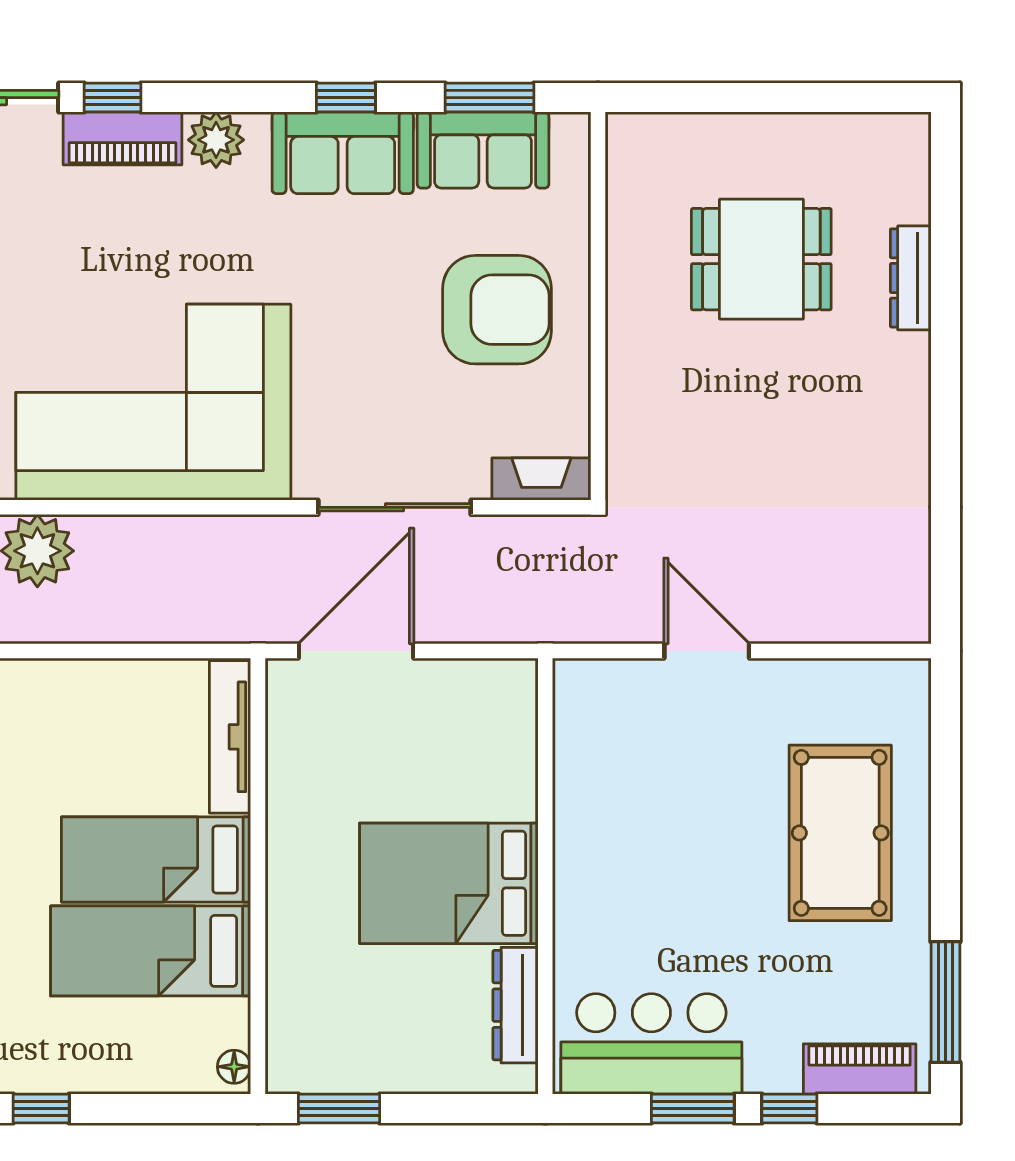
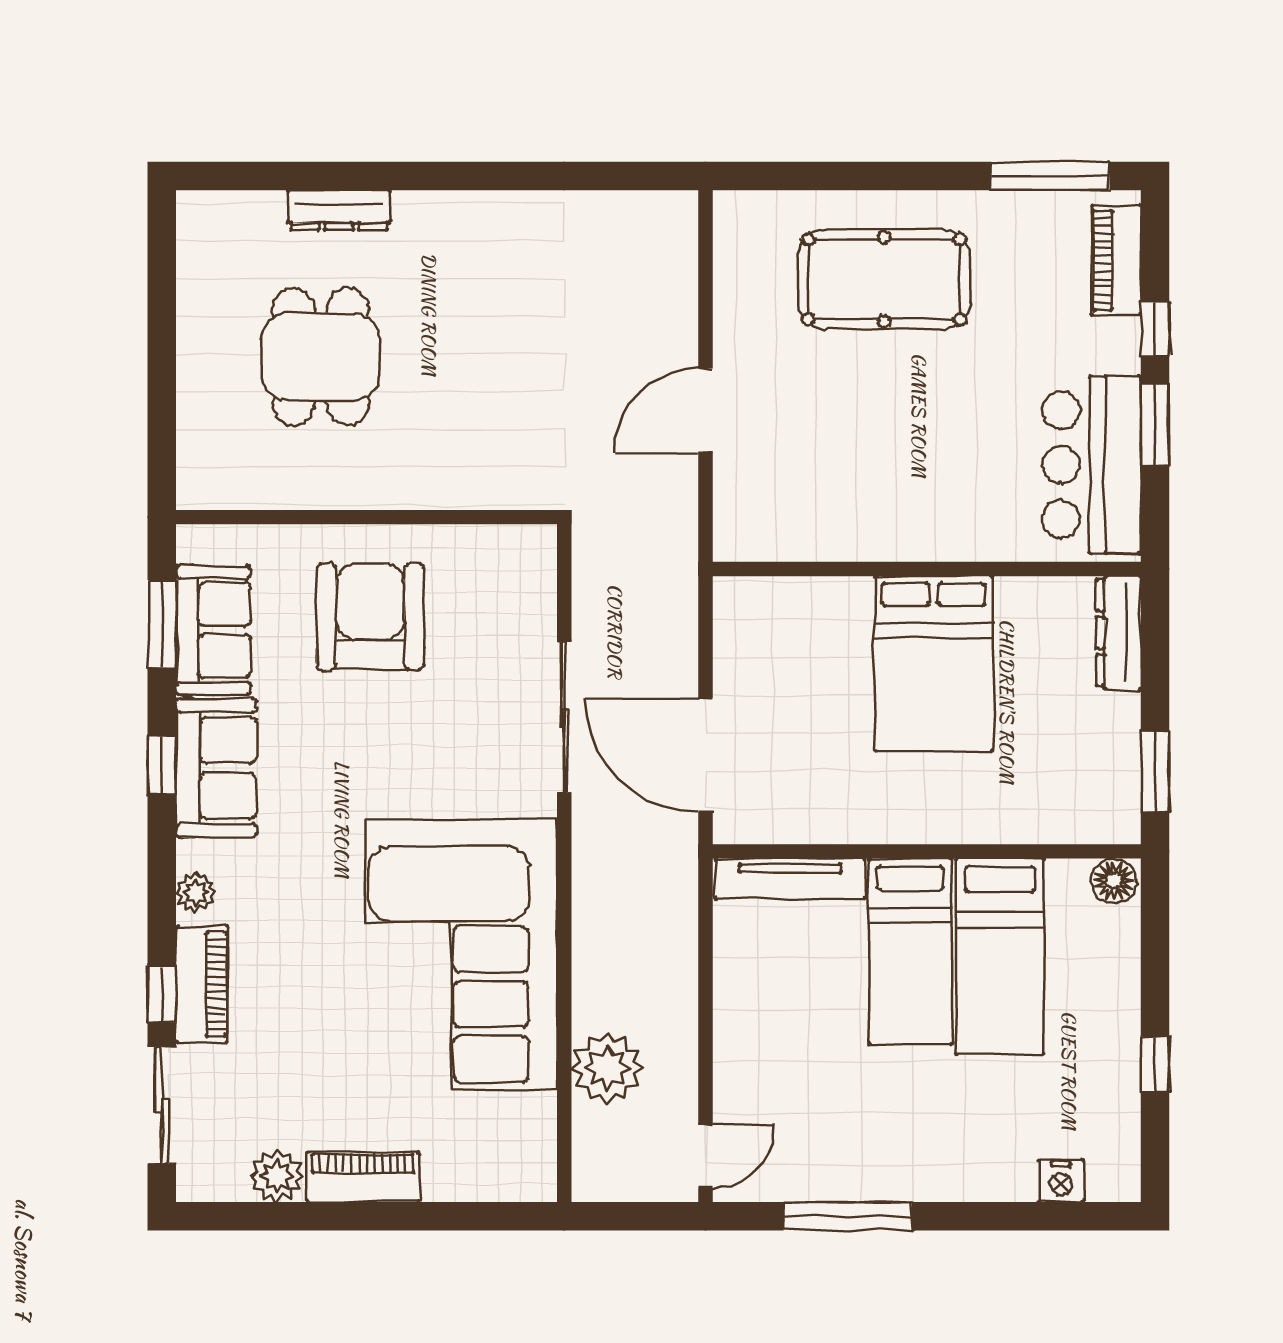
plant: (216, 140) -> (196, 892), width x0.73, depth x0.73
fireplace: (541, 479) -> (536, 573), removed
dresser: (516, 1005) -> (1119, 633), moved, turned 90
floor lamp: (234, 1067) -> (1114, 881), width x1.37, depth x1.37

